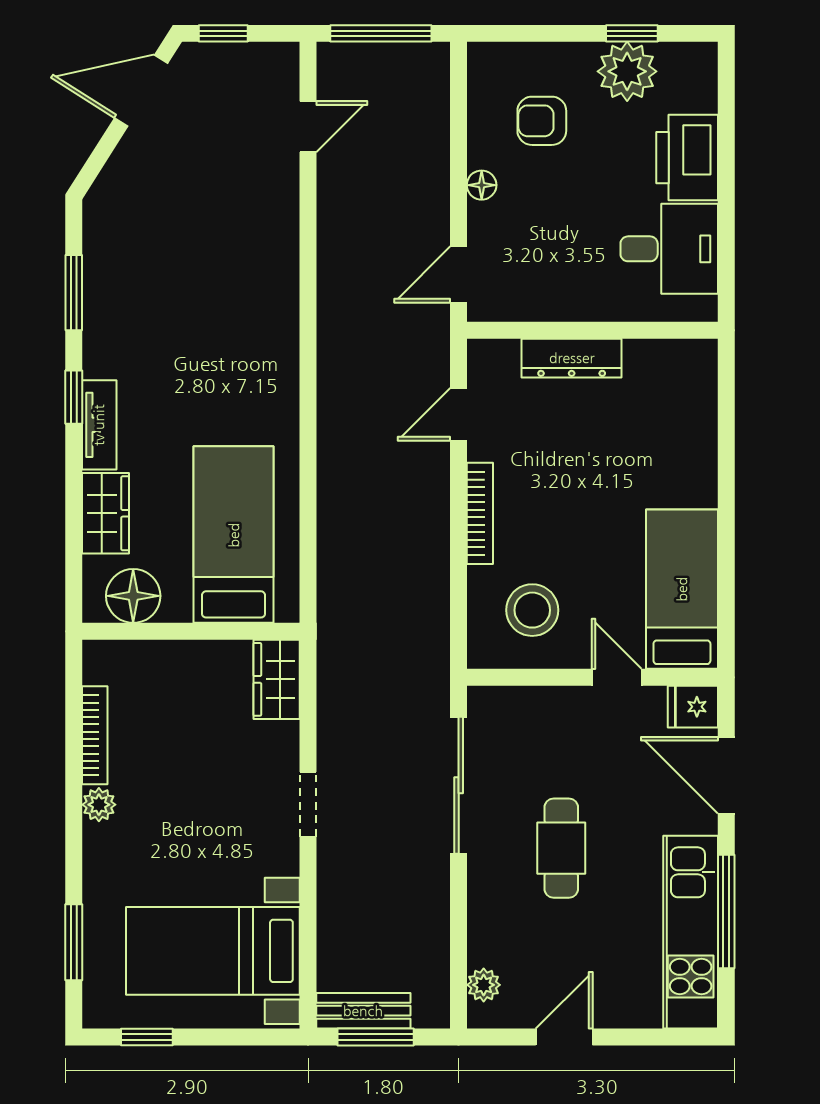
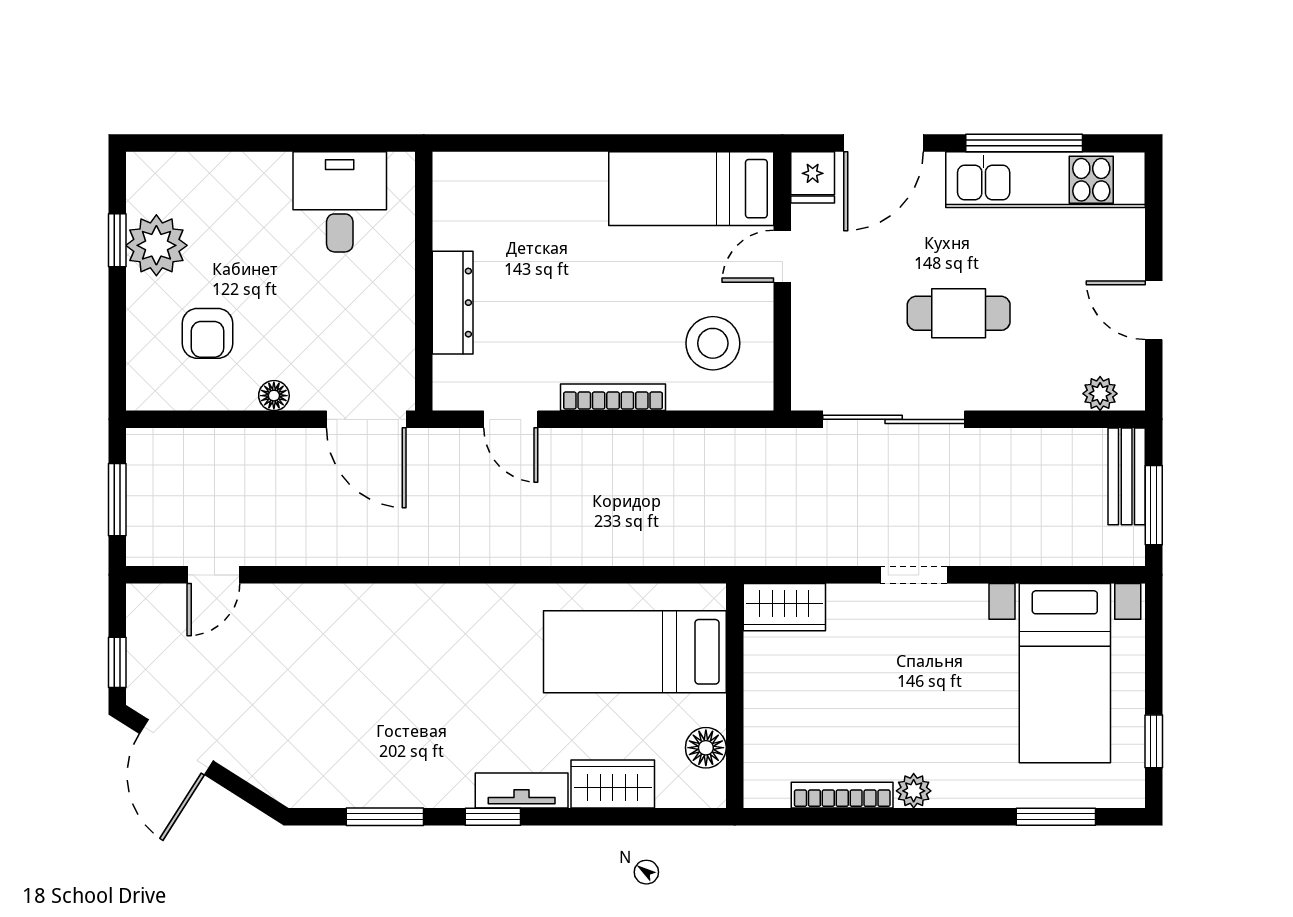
window: (381, 33) -> (117, 500), width x0.69
door: (308, 127) -> (213, 575), swing flipped
printer: (687, 158) -> (245, 183), removed
door: (459, 274) -> (366, 419), width x1.38
floor lamp: (133, 596) -> (706, 748), width x0.73, depth x0.73
bench: (363, 1011) -> (1127, 476), moved

